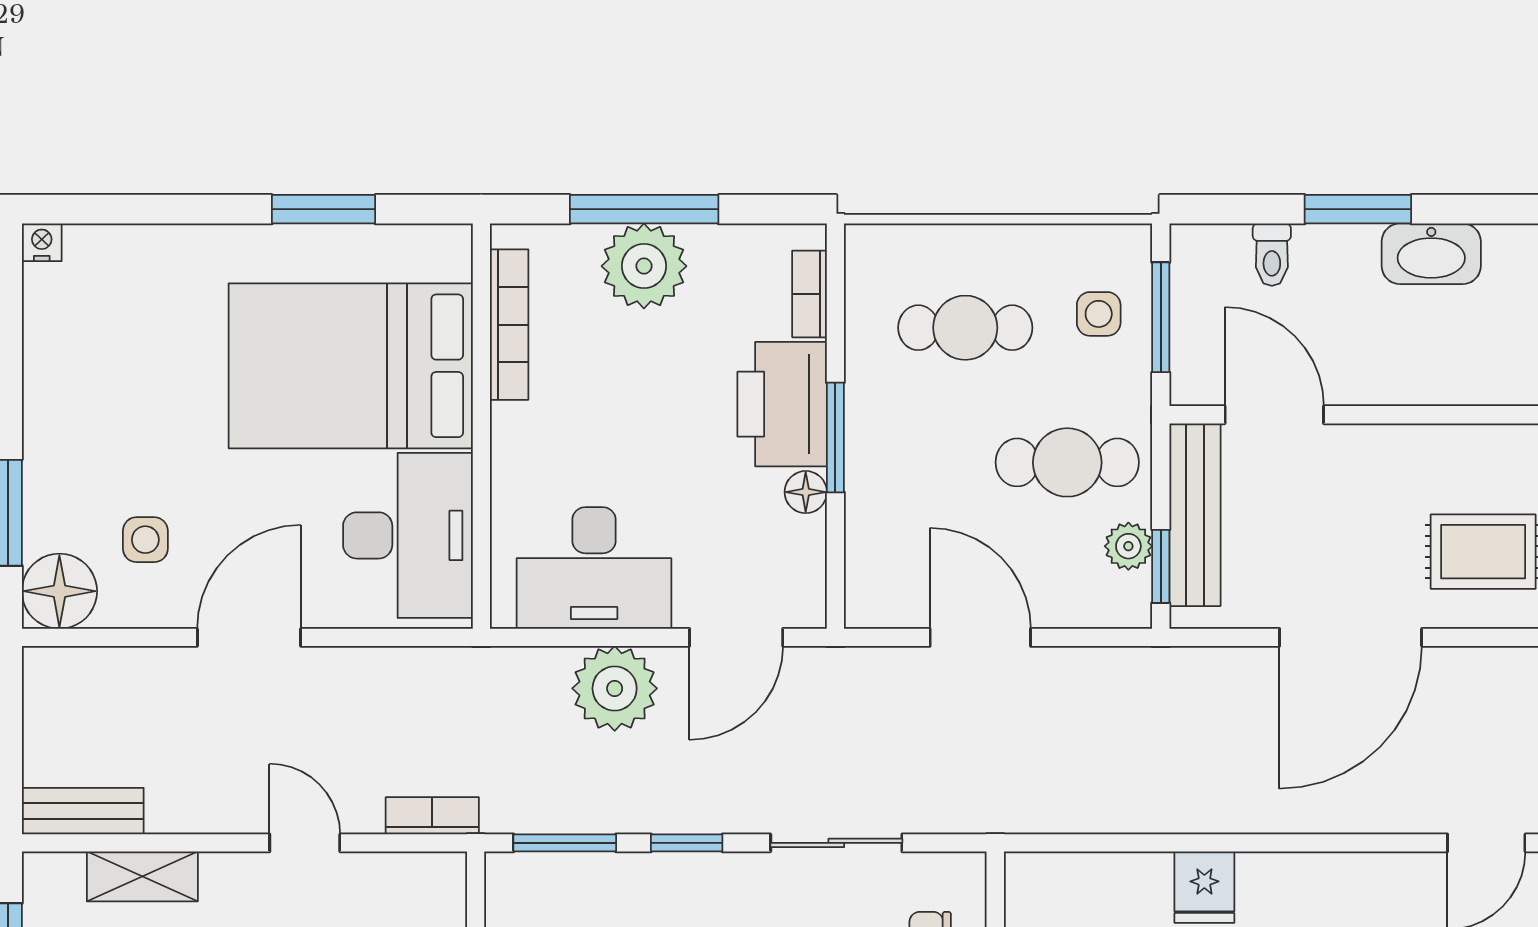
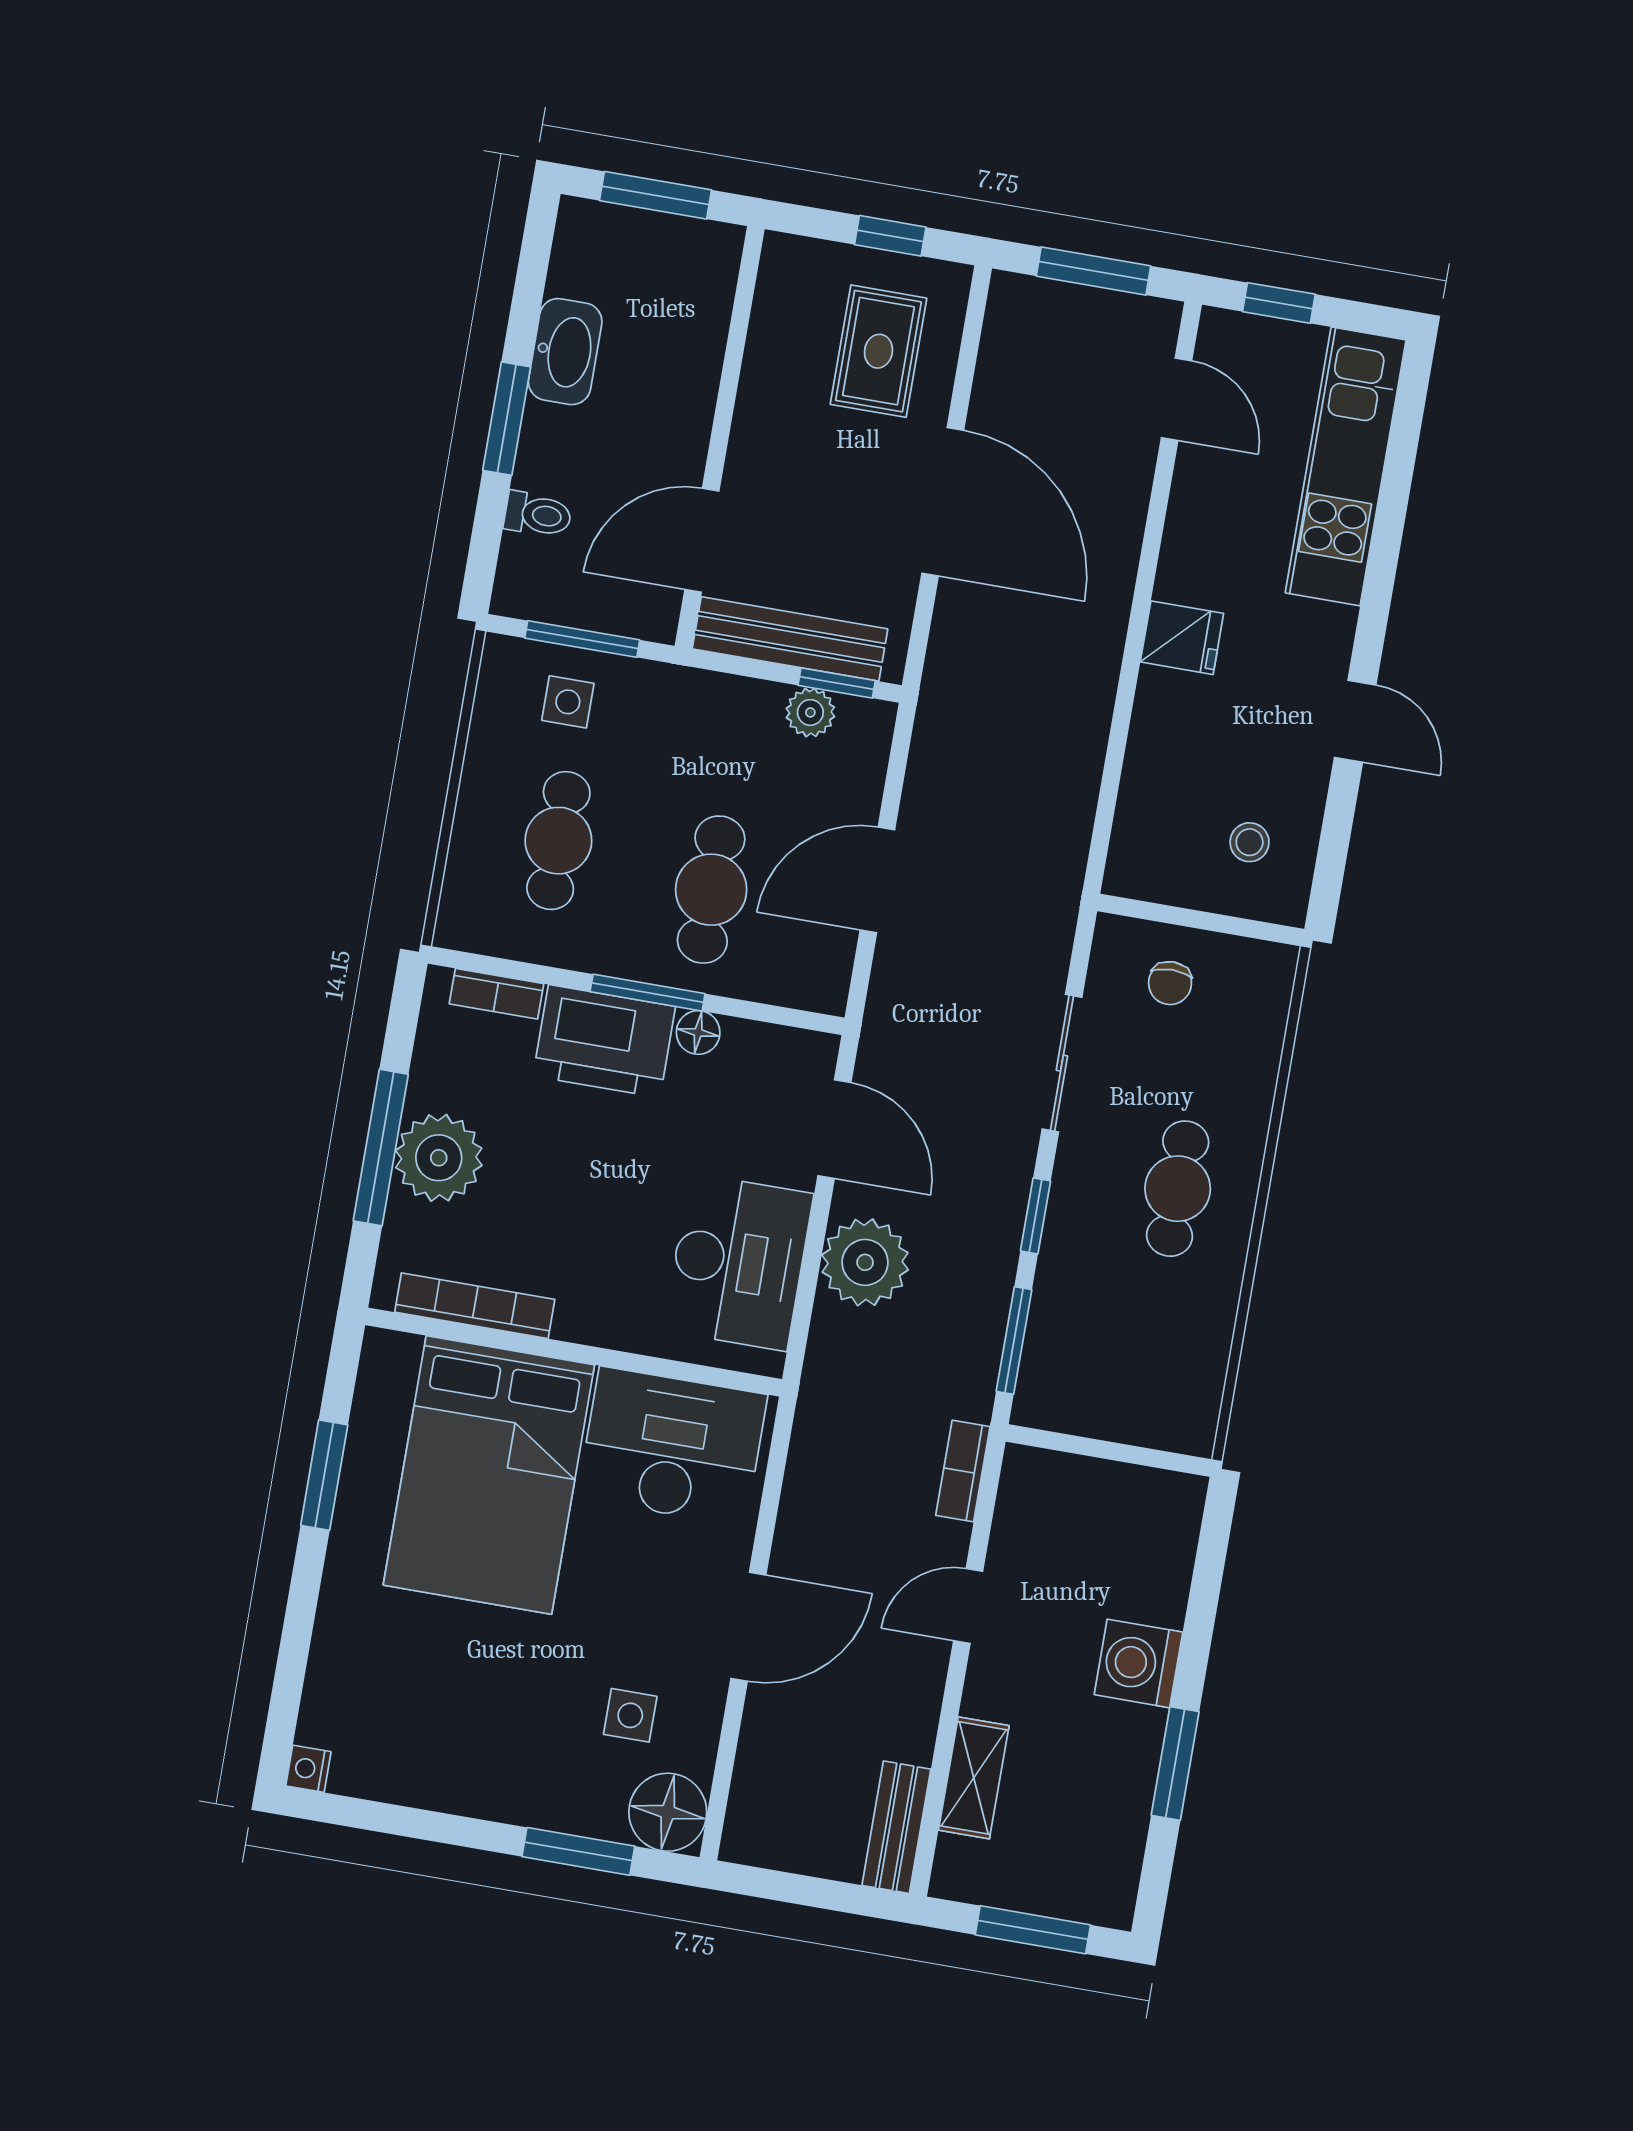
cafe table: (1067, 462) -> (711, 890), moved
door: (249, 637) -> (748, 1627), swing flipped
fridge: (1204, 887) -> (1182, 638), moved

